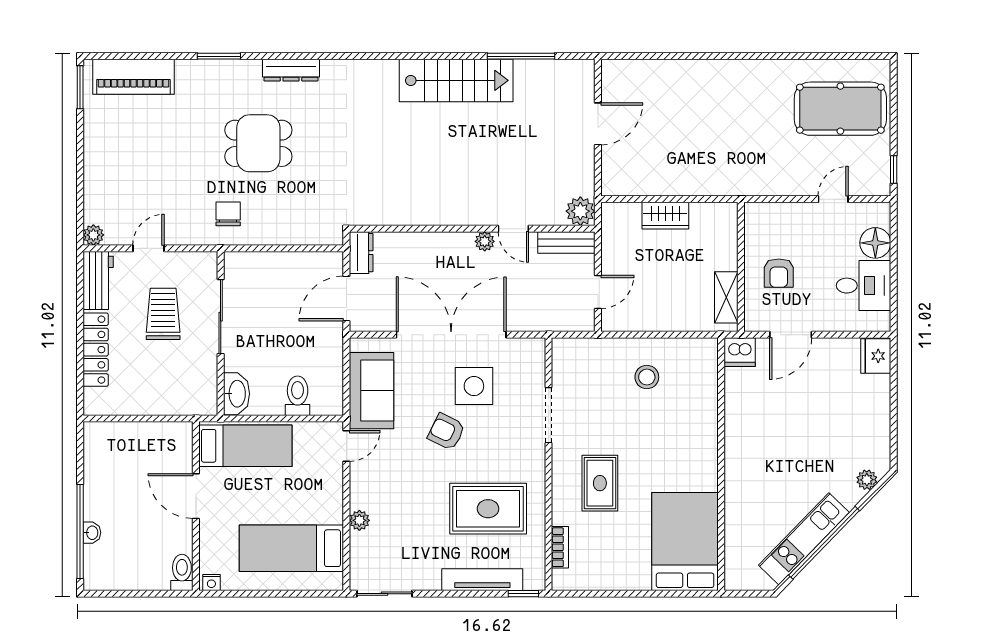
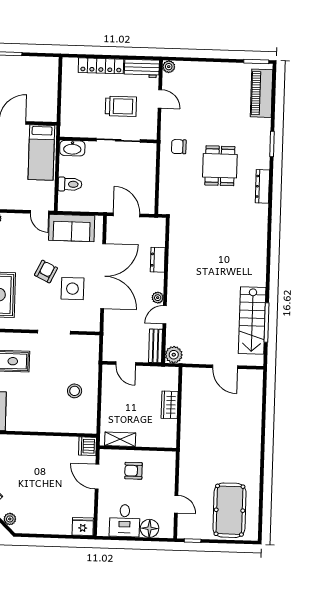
stairs: (456, 80) -> (252, 320), moved
chair: (228, 214) -> (179, 147), turned 180
dresser: (361, 253) -> (158, 260), moved, turned 90

